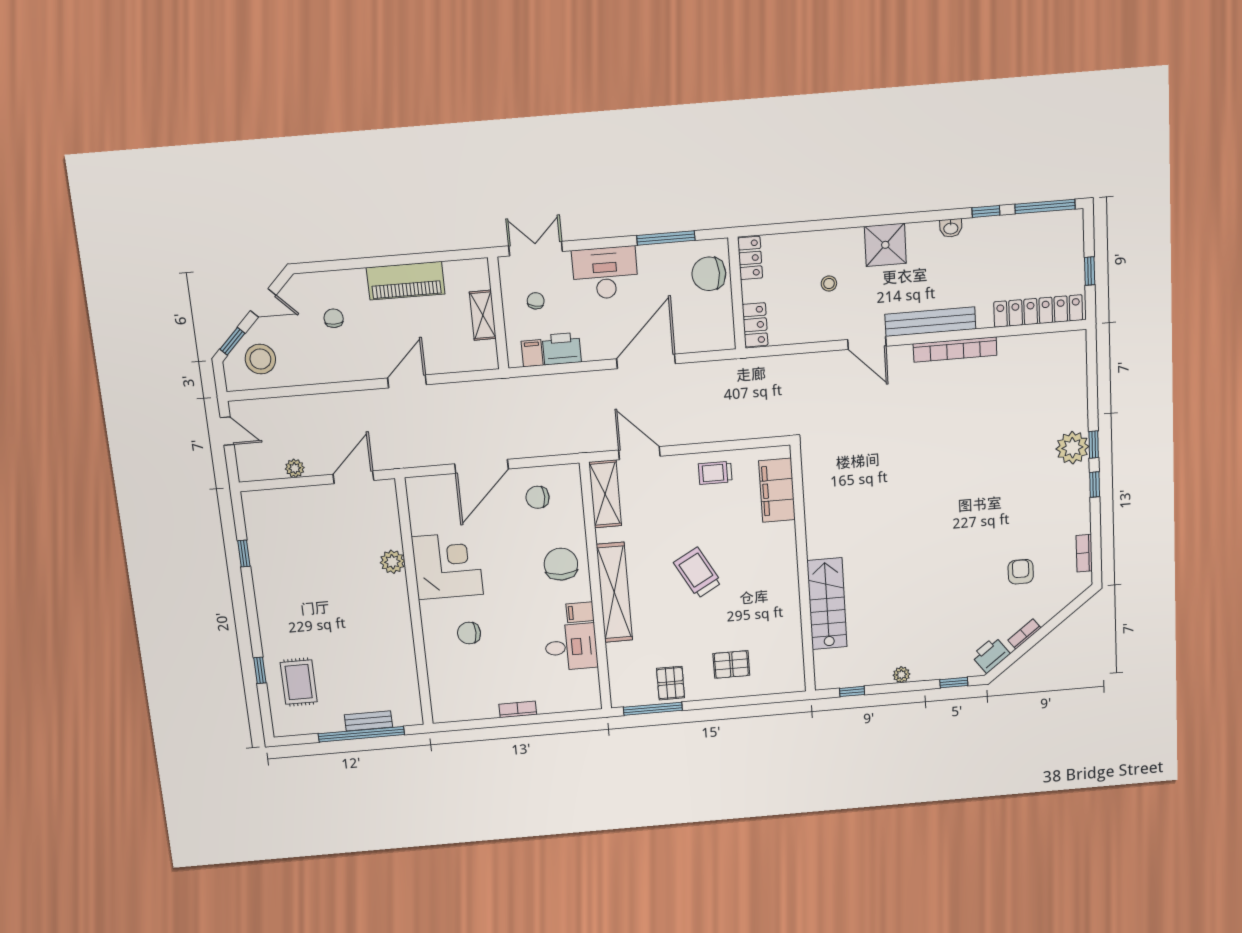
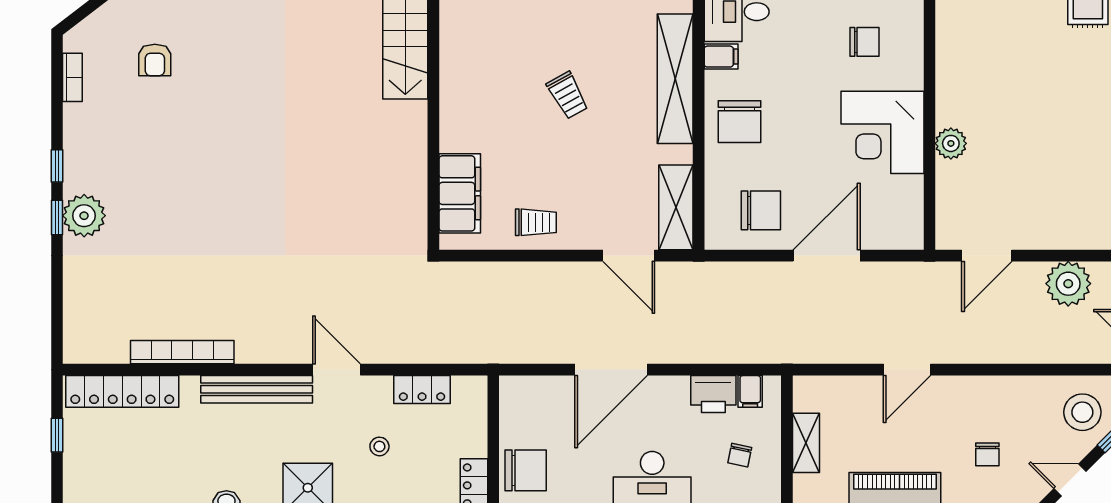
locker: (755, 325) -> (422, 390), moved, turned -90
bookcase: (955, 349) -> (182, 352), moved
plant: (295, 468) -> (1068, 284), width x1.88, depth x1.88
chair: (538, 497) -> (761, 210), width x1.37, depth x1.37
trolley: (698, 573) -> (567, 95), width x0.73, depth x0.72

